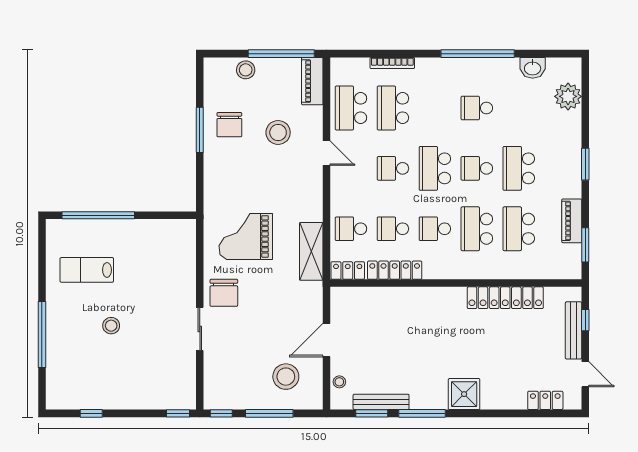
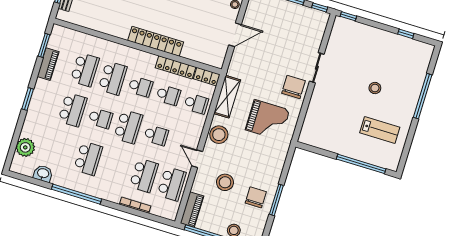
school desk: (477, 108) -> (88, 158), width x1.85
locker: (505, 298) -> (156, 41), moved
stool: (286, 377) -> (219, 135), moved

